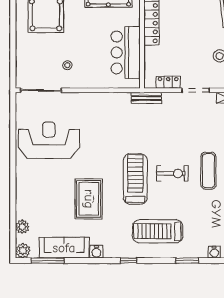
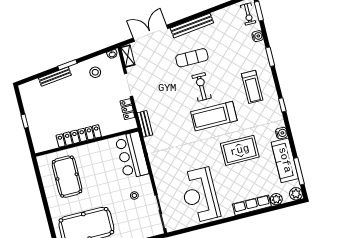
bar counter: (126, 53) -> (132, 155), moved, turned 90
row of seats: (23, 197) -> (252, 205), added
treadmill: (158, 231) -> (252, 87), width x0.73, depth x0.73

